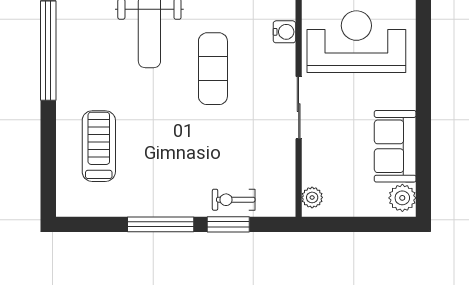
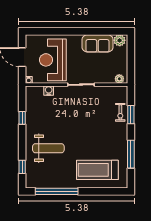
exercise mat: (213, 69) -> (64, 121), removed
treadmill: (99, 146) -> (97, 170), width x1.37, depth x1.38
window: (161, 224) -> (131, 154), moved

